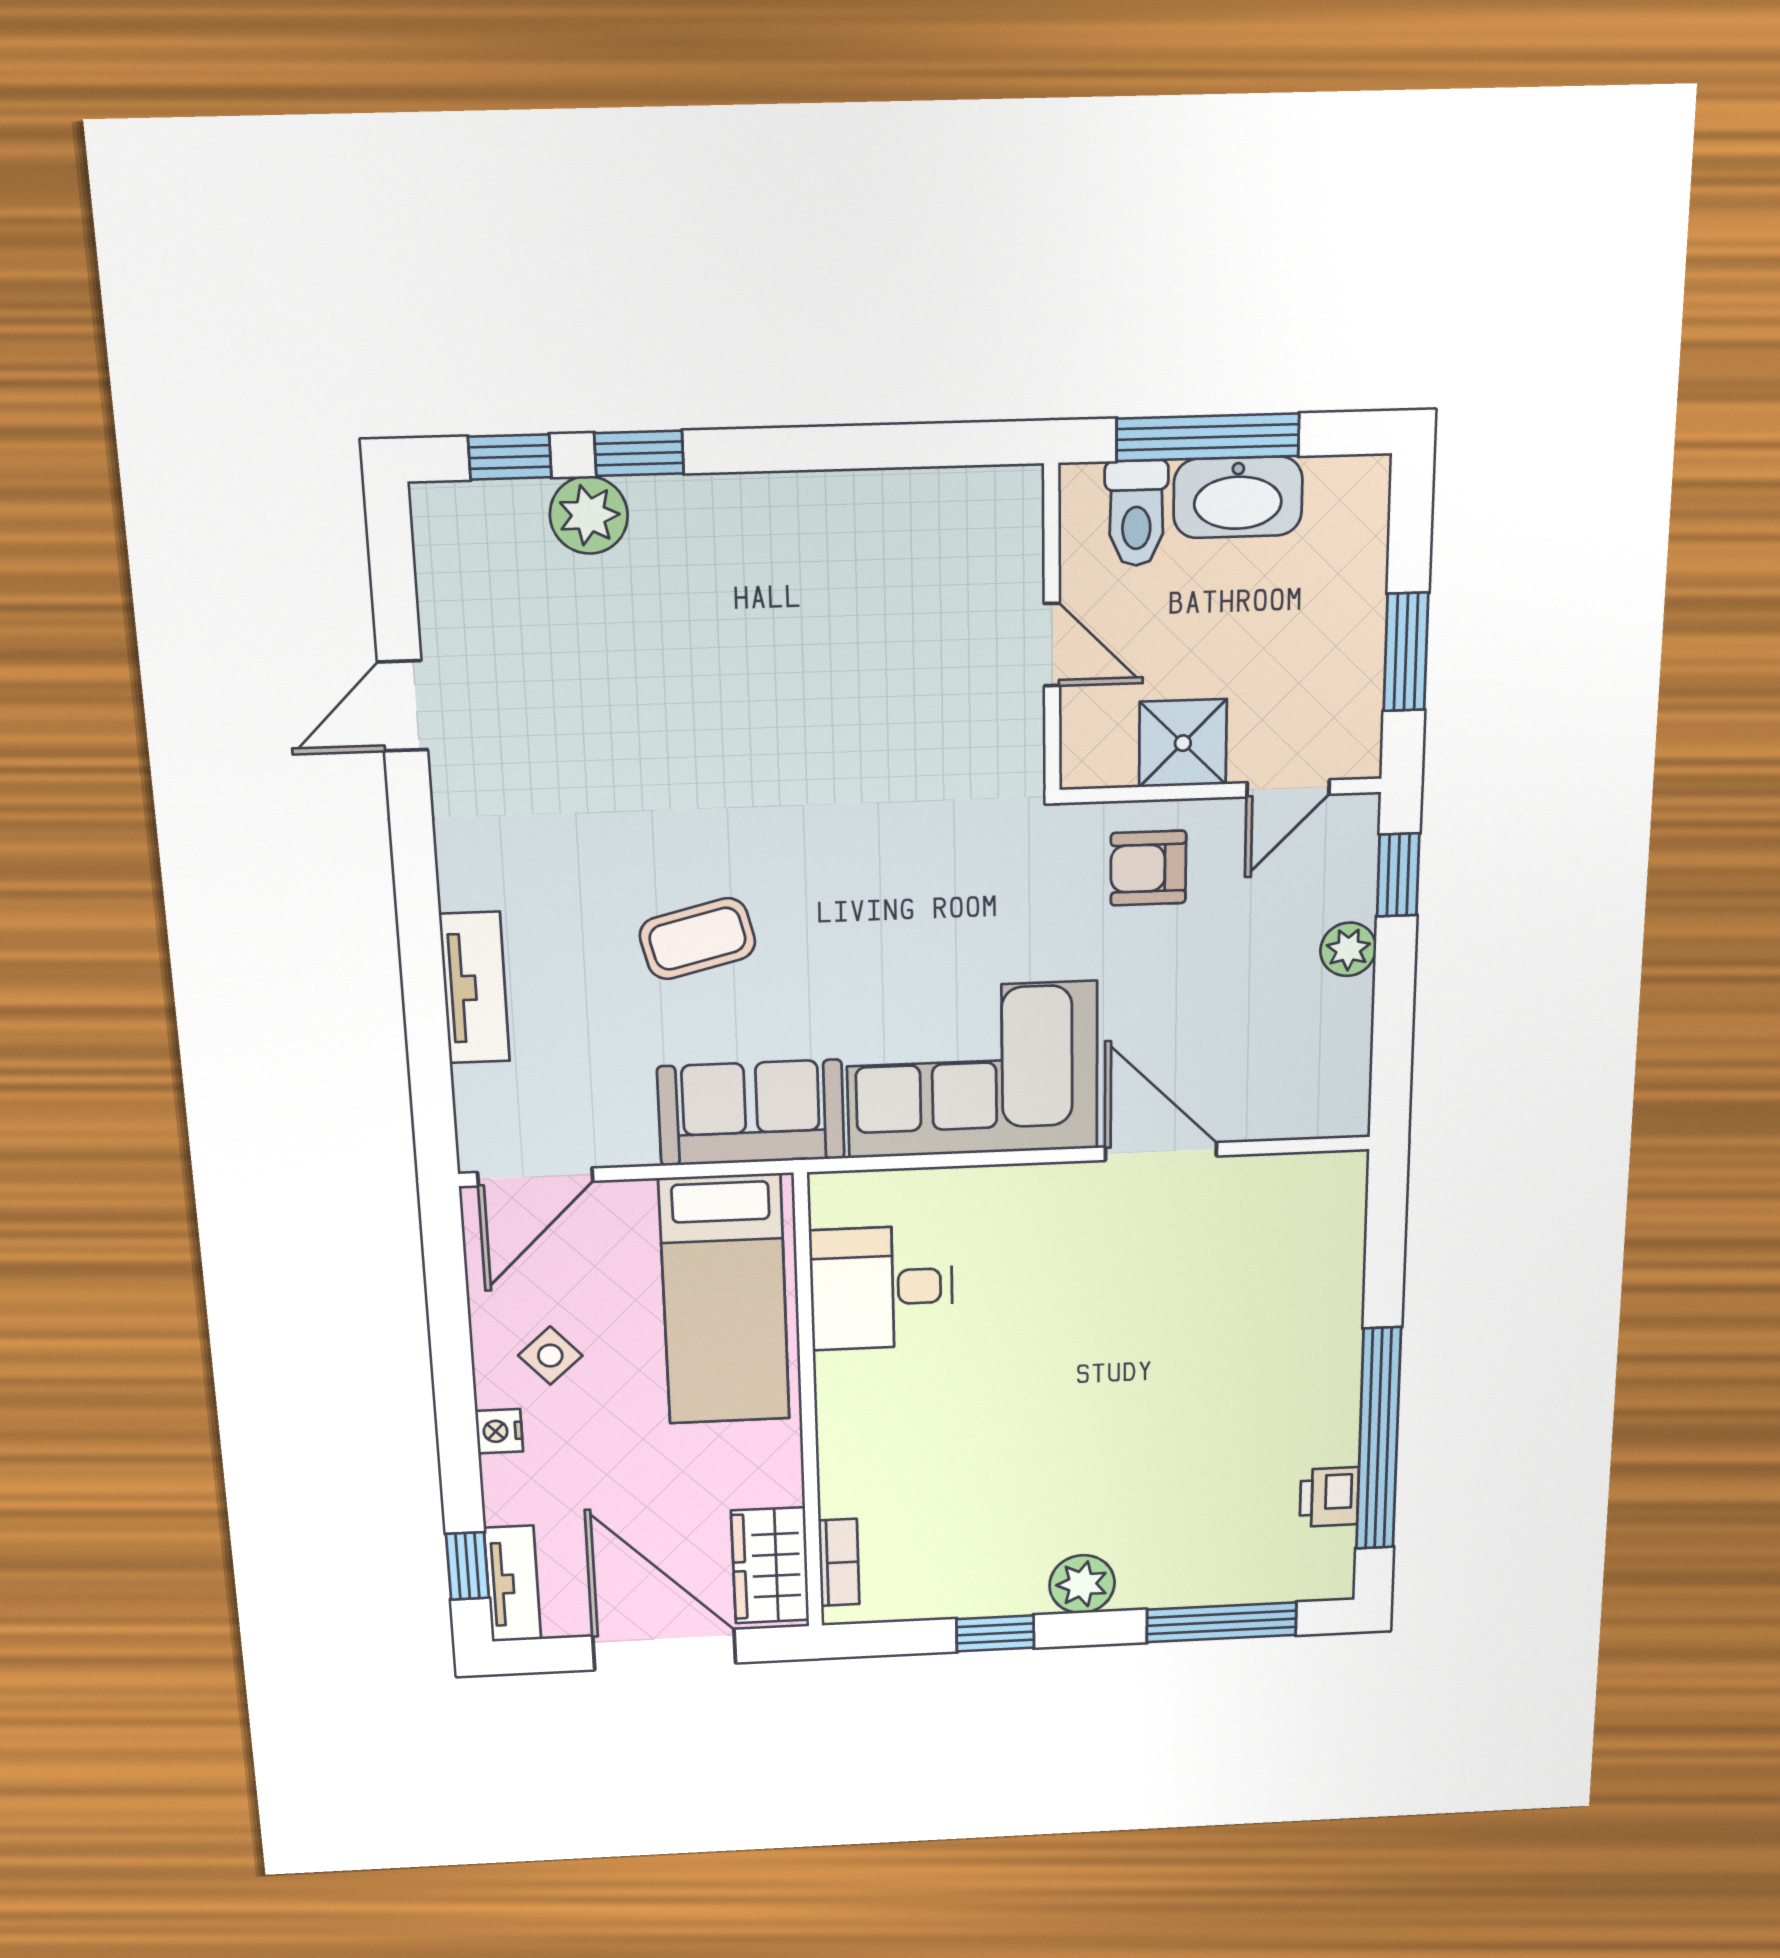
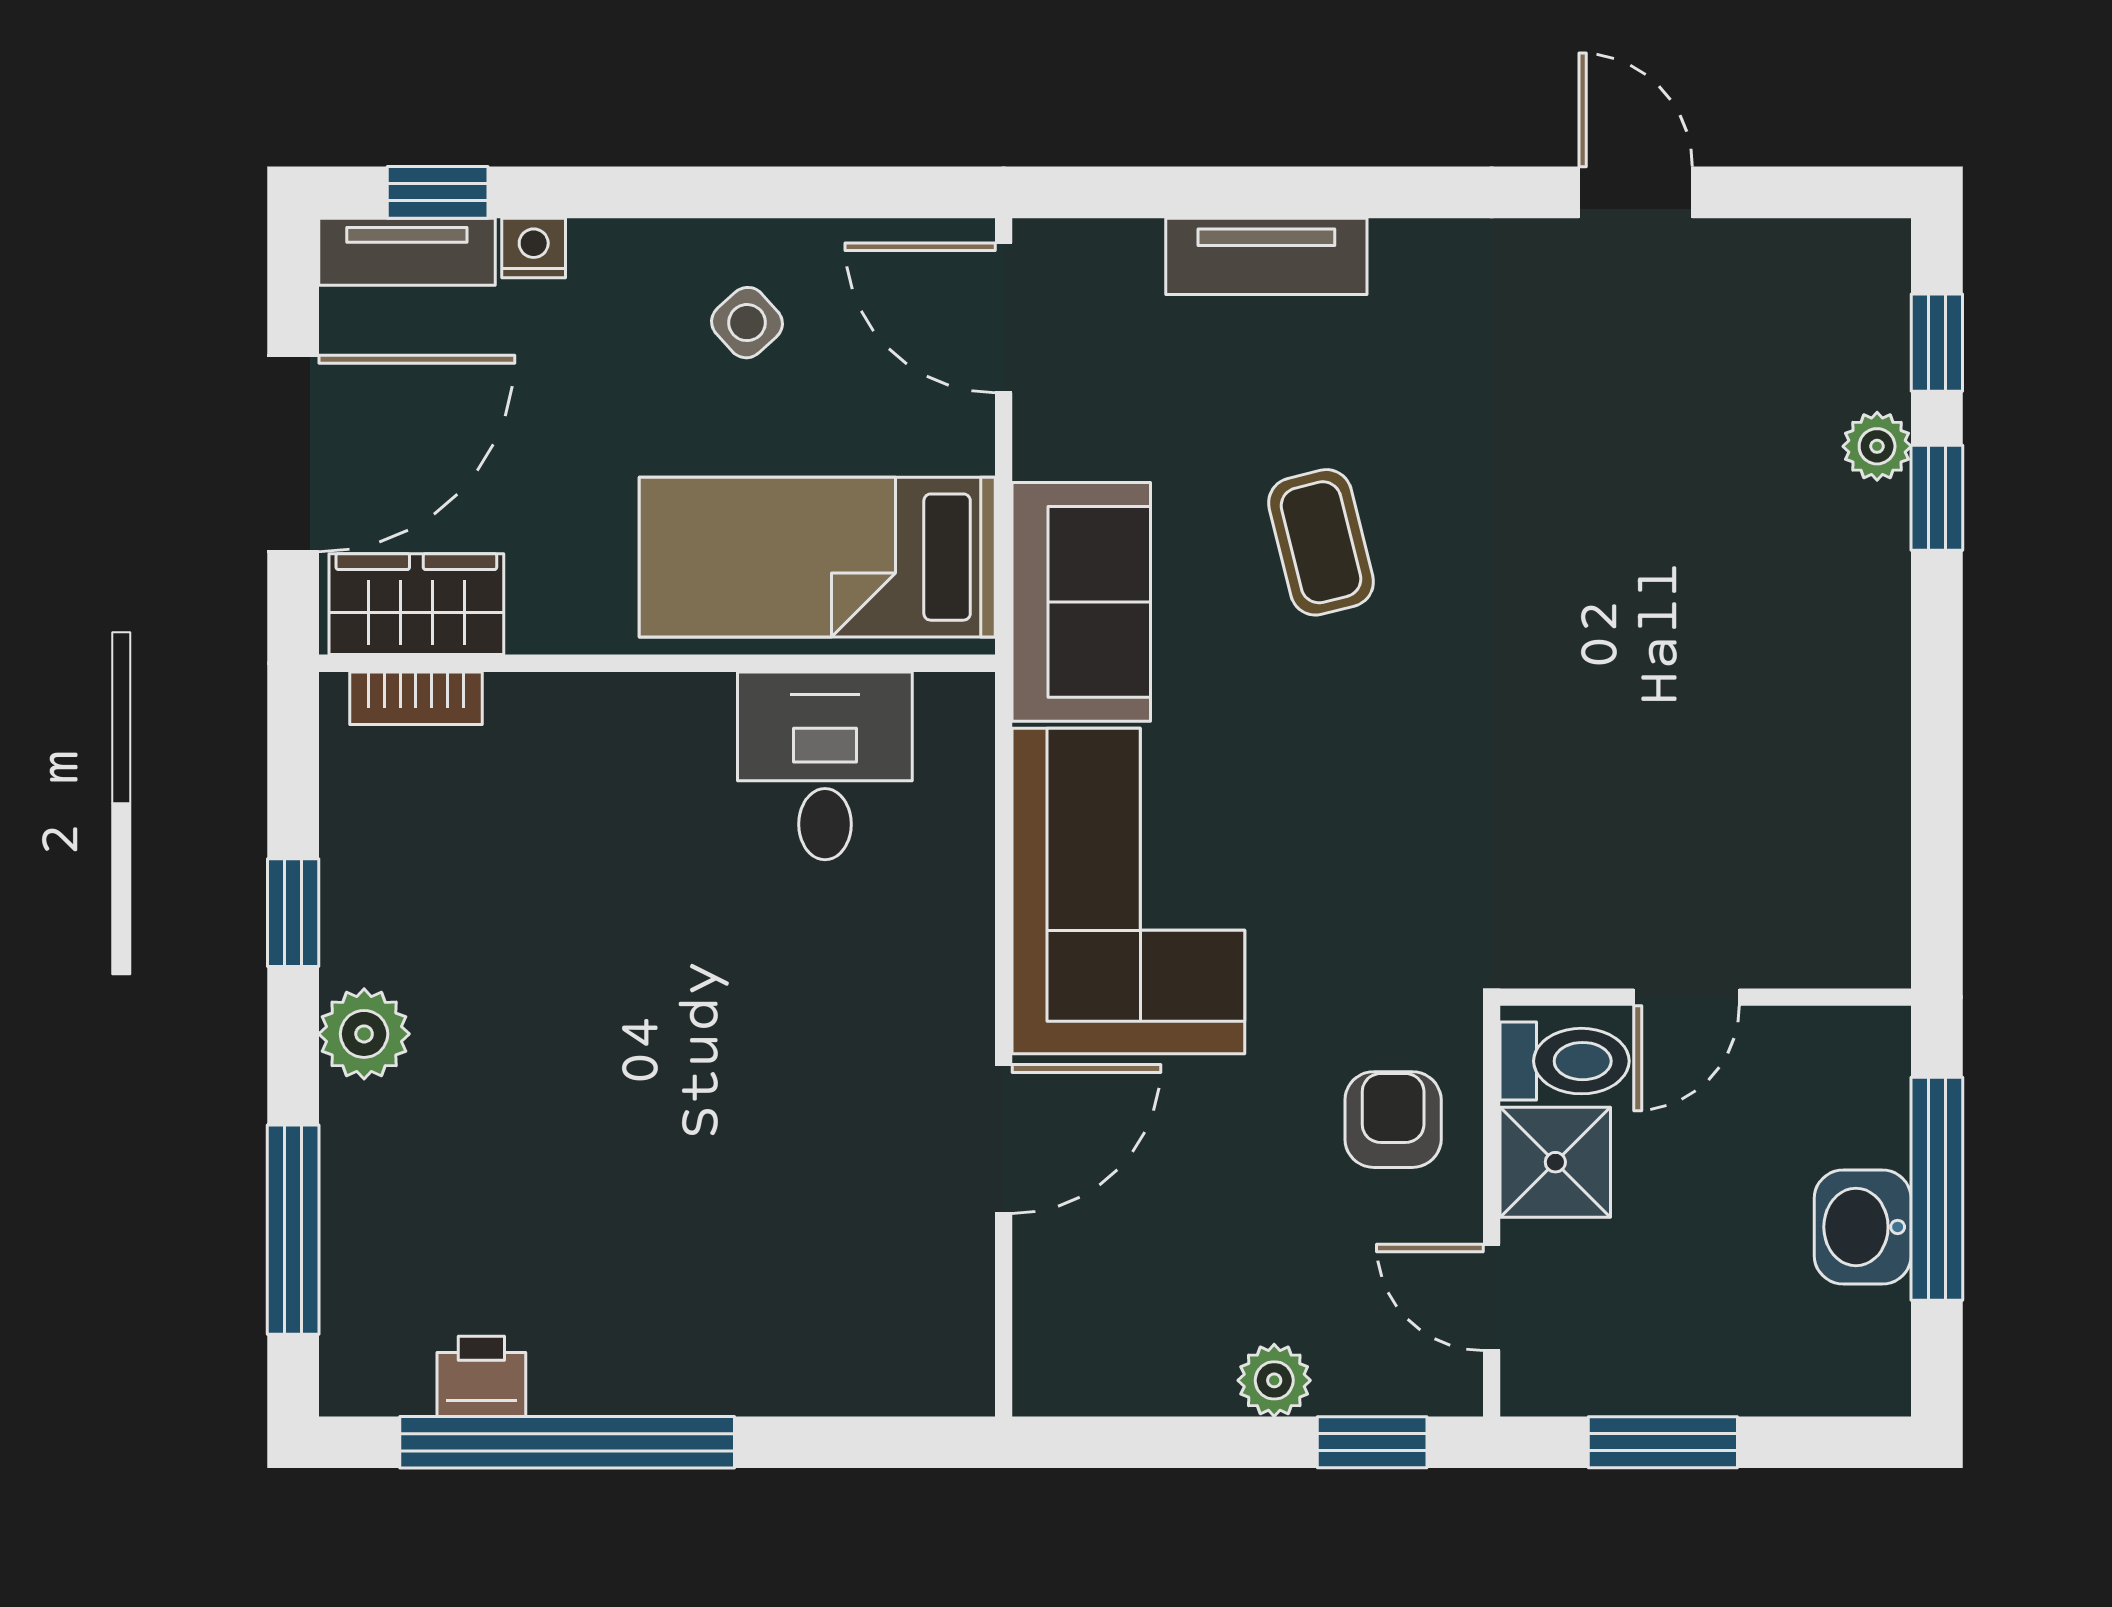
washbasin: (1238, 497) -> (1863, 1227), width x0.72
toilet: (1136, 513) -> (1565, 1061), moved, turned 180
plant: (589, 515) -> (1877, 446), width x0.73, depth x0.73
nightstand: (499, 1431) -> (534, 248), moved

